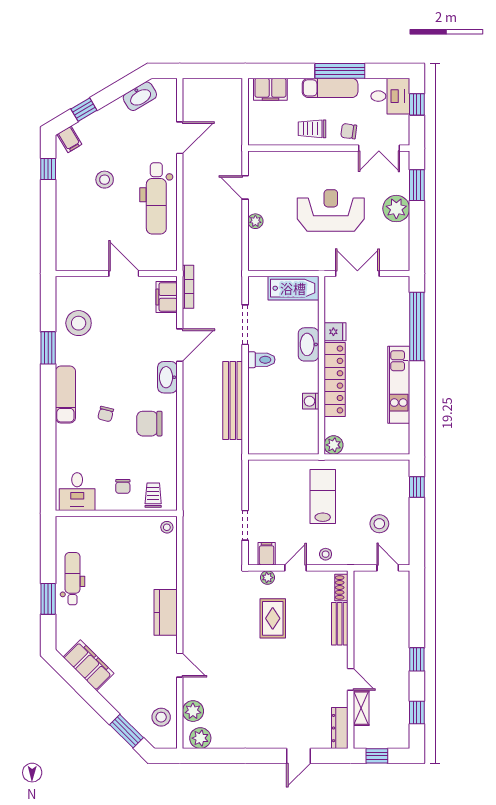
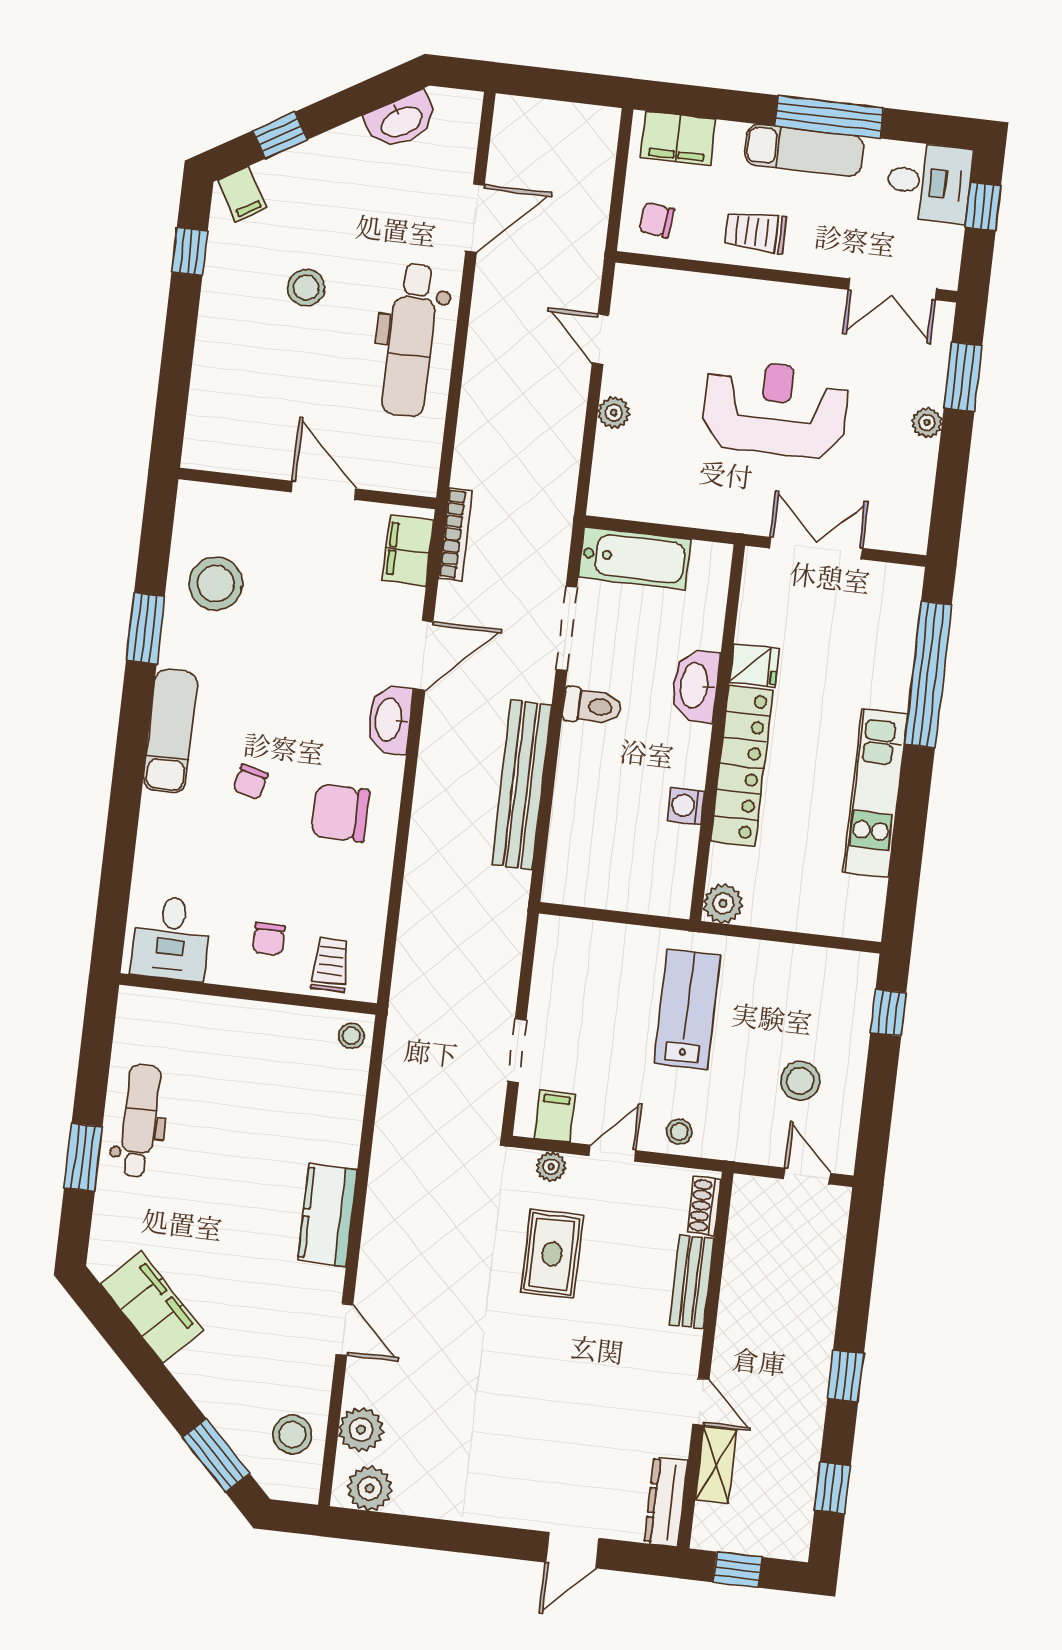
chair: (349, 131) -> (657, 220), moved
plant: (396, 209) -> (927, 422), width x0.53, depth x0.53
bathtub: (293, 288) -> (635, 558), moved

